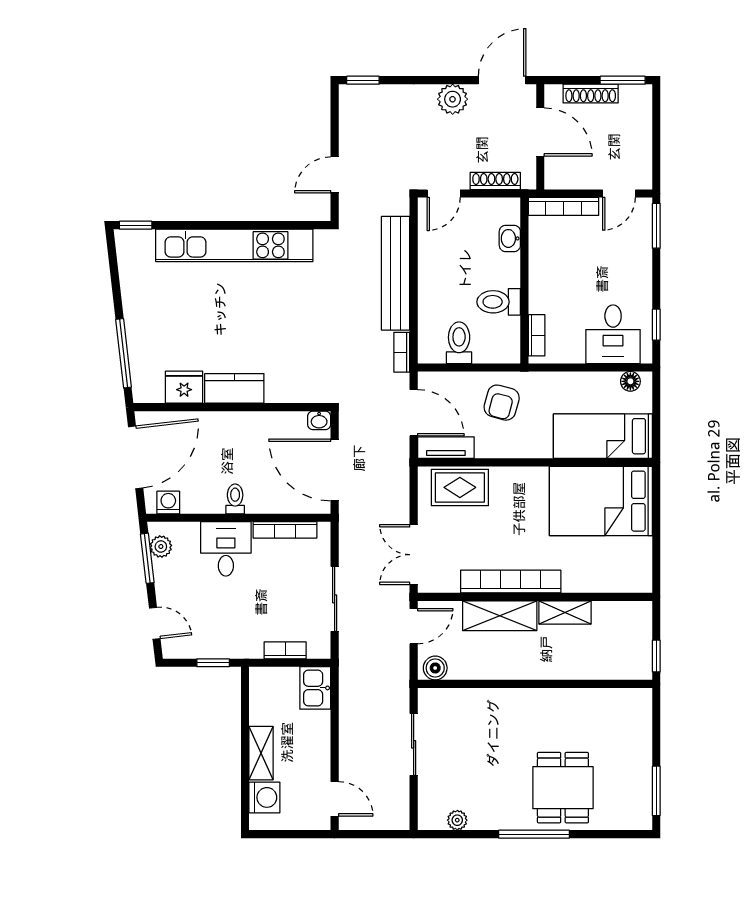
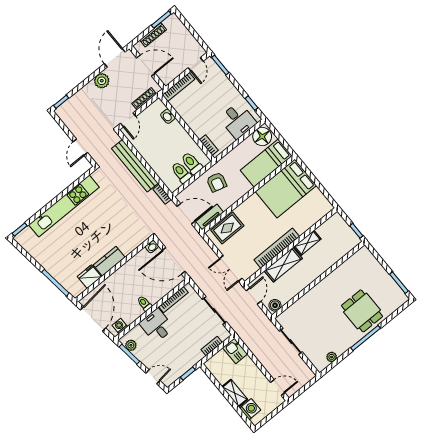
toilet: (499, 302) -> (192, 163), moved, turned 90
floor lamp: (630, 381) -> (262, 136), width x1.89, depth x1.89

